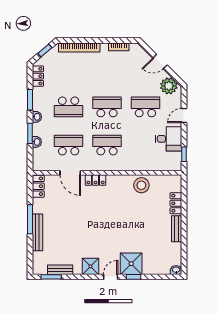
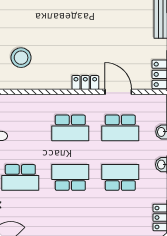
school desk: (107, 107) -> (70, 177), turned 180
stool: (141, 185) -> (21, 58), moved

